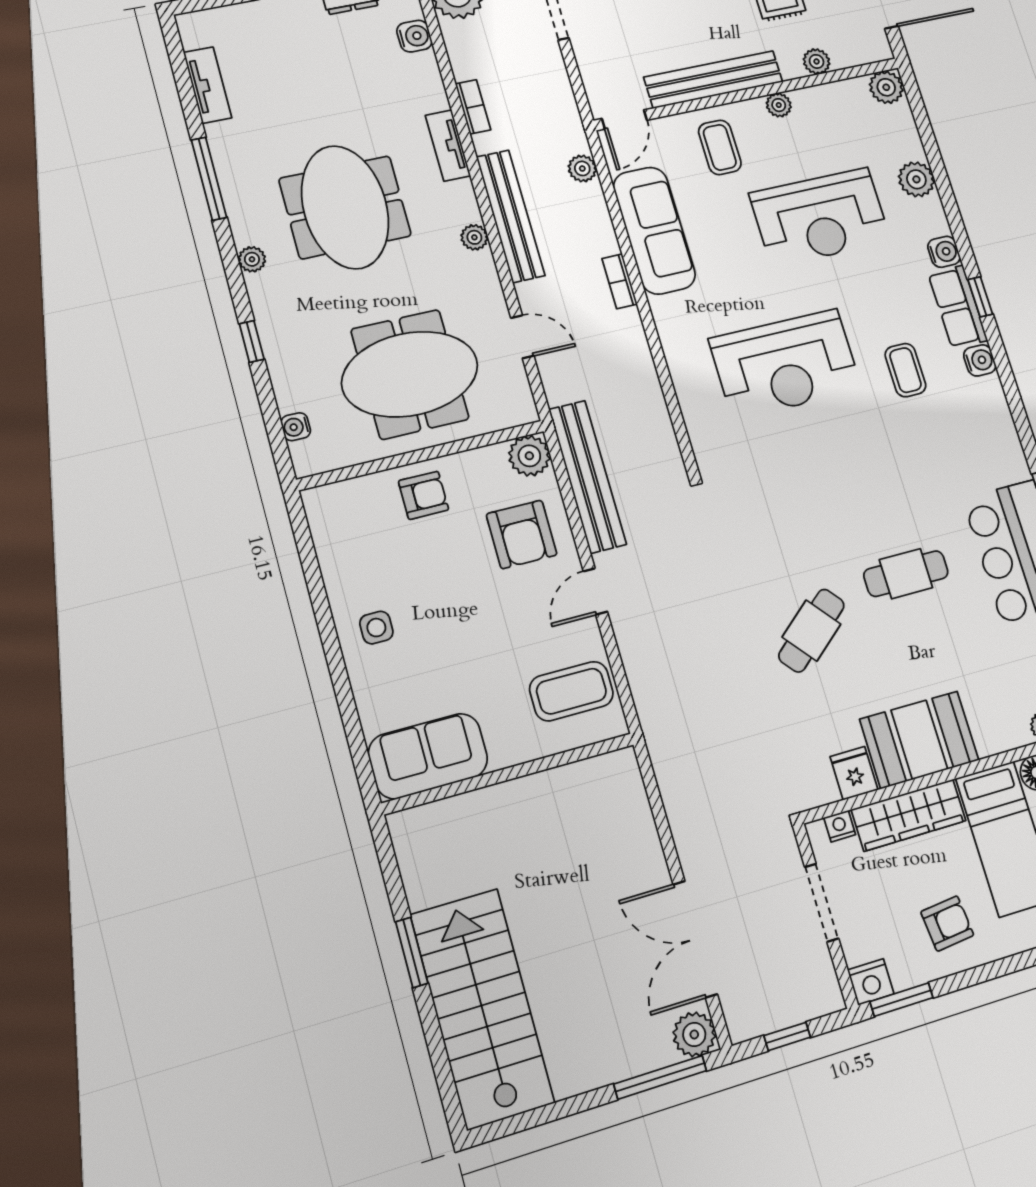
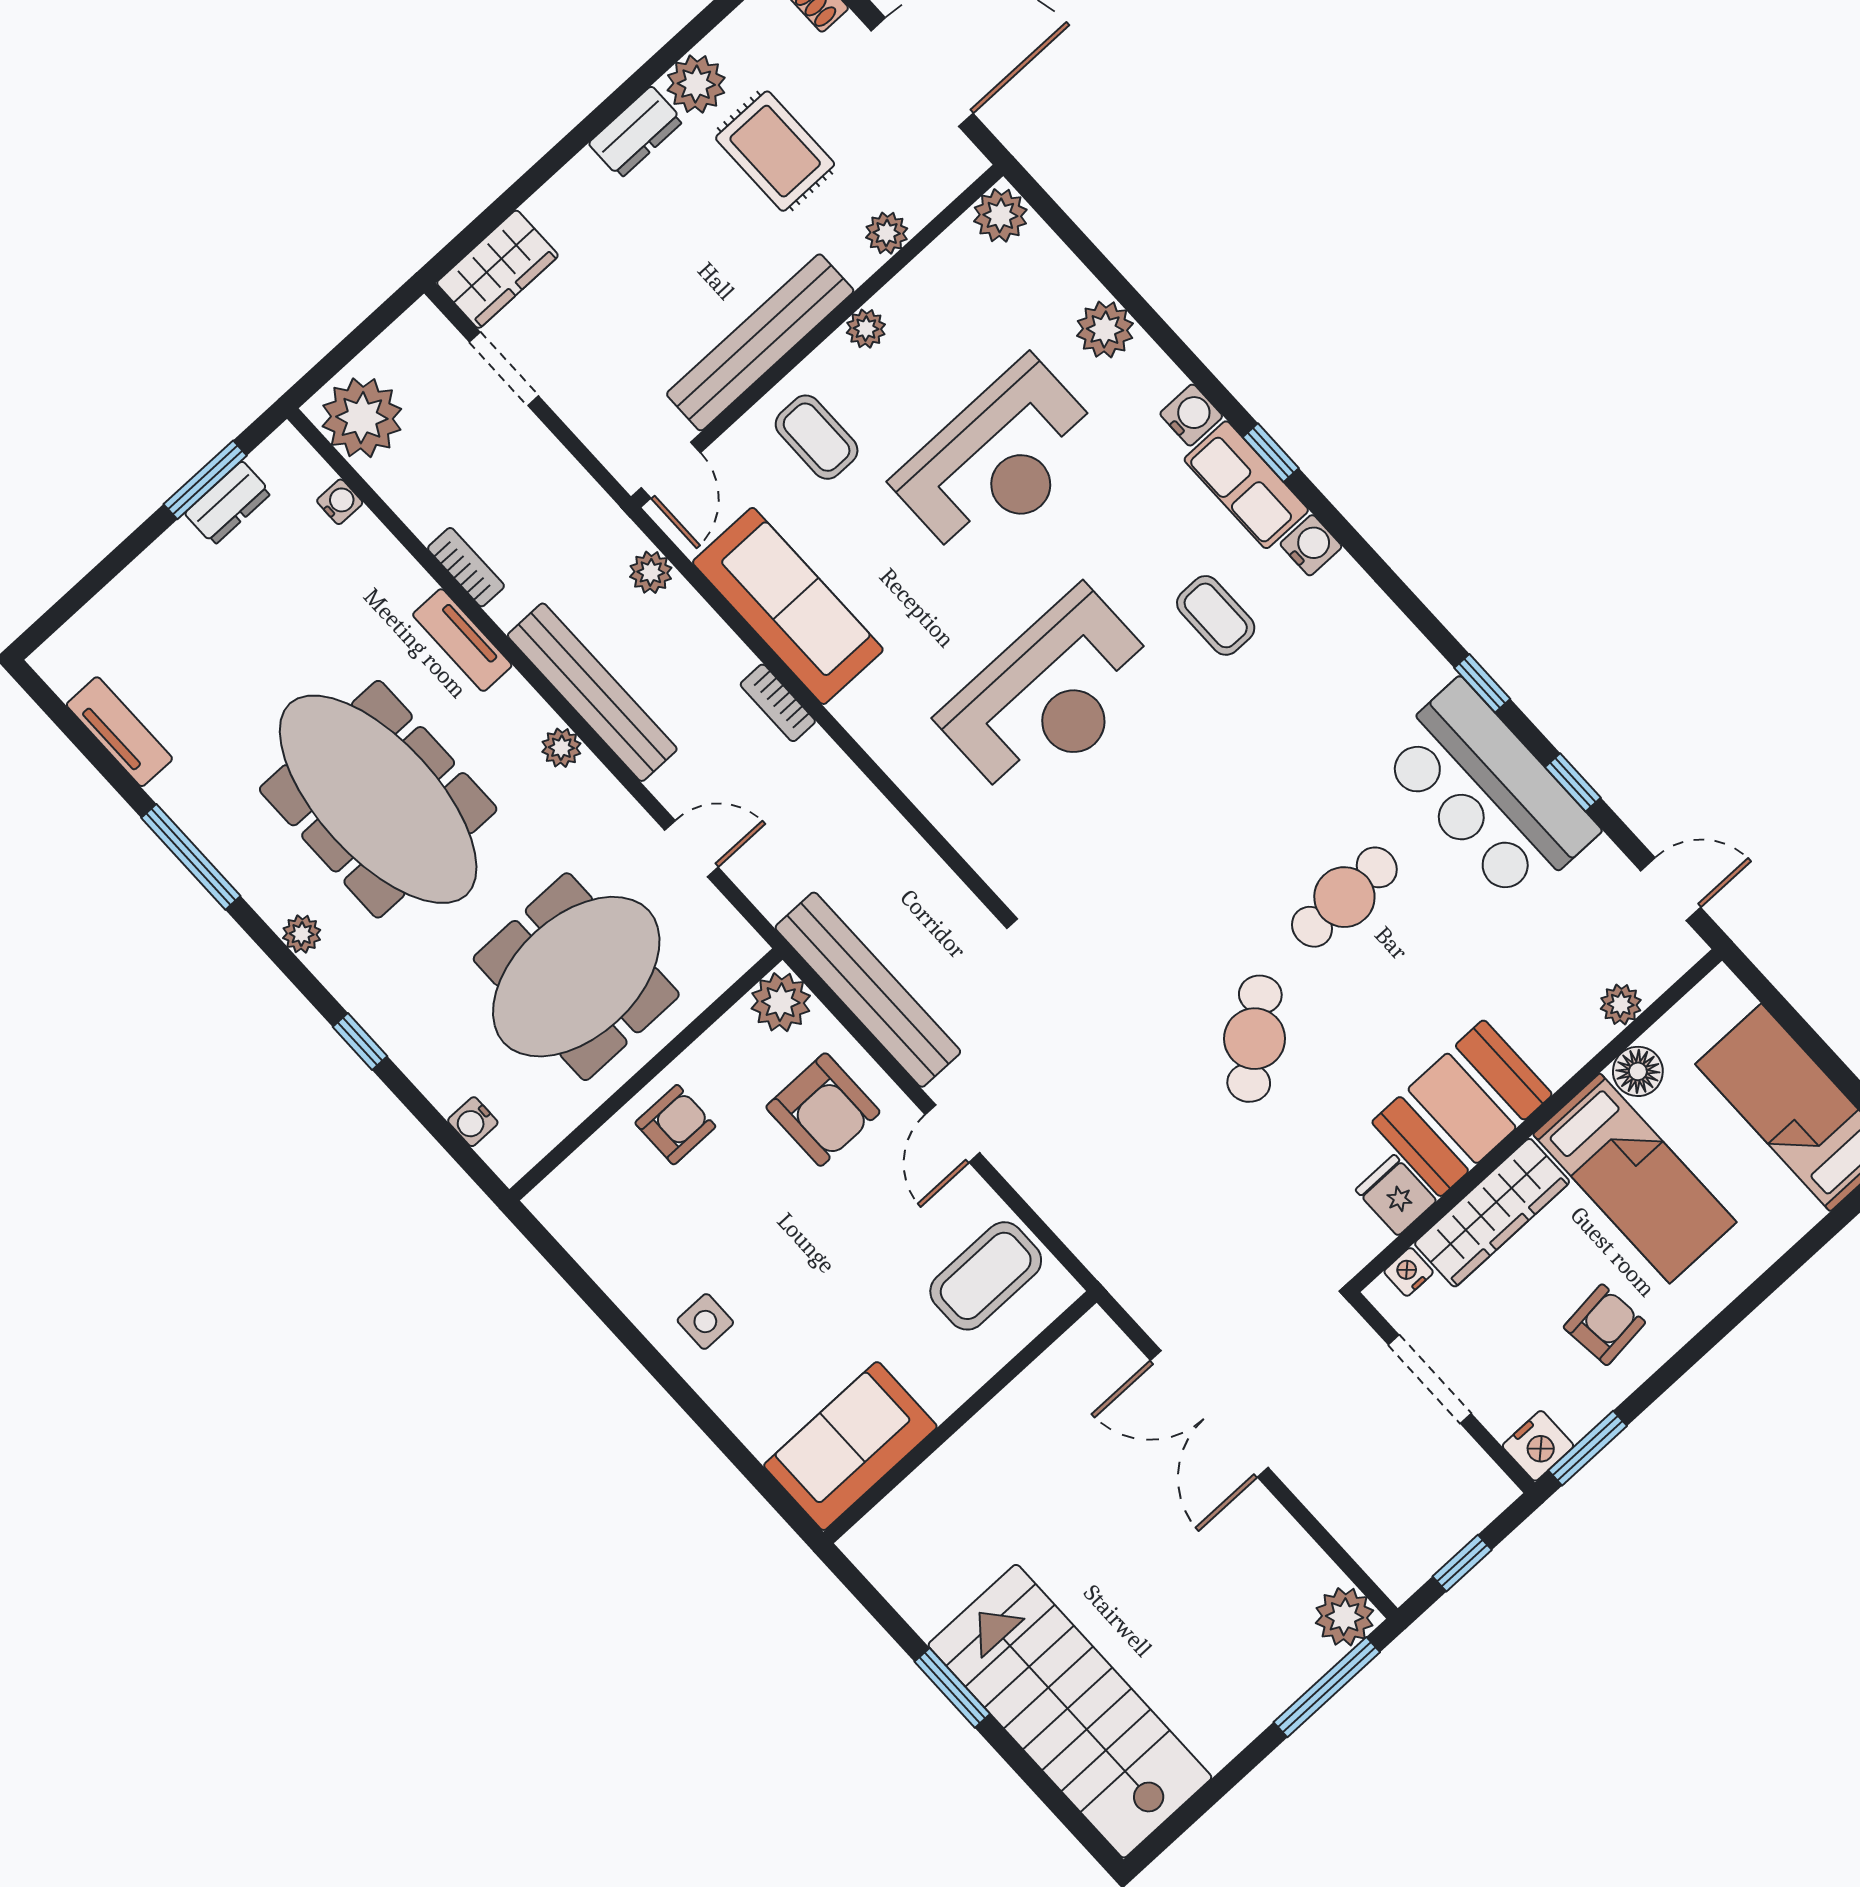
water cooler: (414, 36) -> (340, 502), width x0.72, depth x0.72
meeting table: (345, 207) -> (378, 799), width x1.36
double door: (695, 939) -> (1209, 1414), moved

